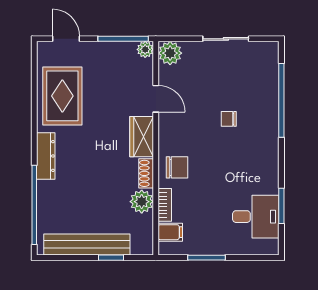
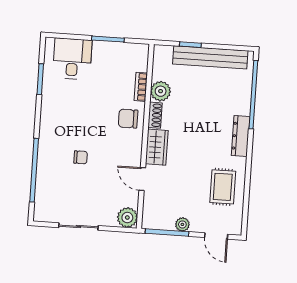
plant: (145, 49) -> (182, 224), moved
rug: (62, 96) -> (223, 187), width x0.73, depth x0.70
desk: (256, 217) -> (72, 59), moved, turned 90
filing cabinet: (170, 232) -> (138, 63), removed

